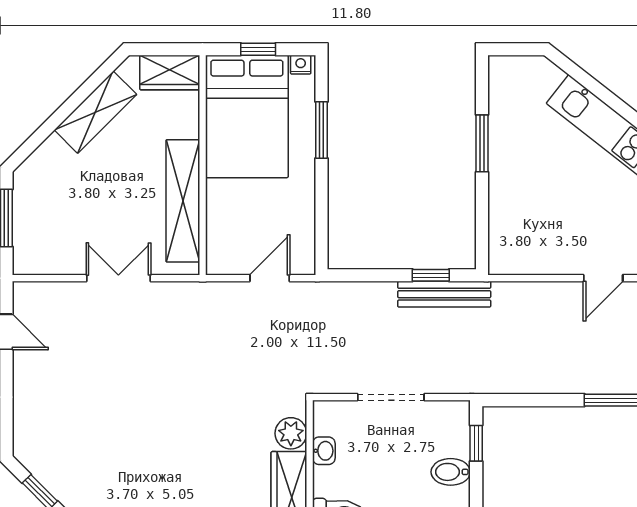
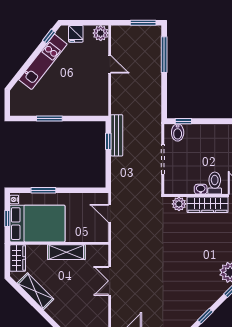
shelving: (183, 201) -> (66, 252), width x0.68
washbasin: (324, 451) -> (201, 189), moved
bidet: (451, 472) -> (178, 132), moved

